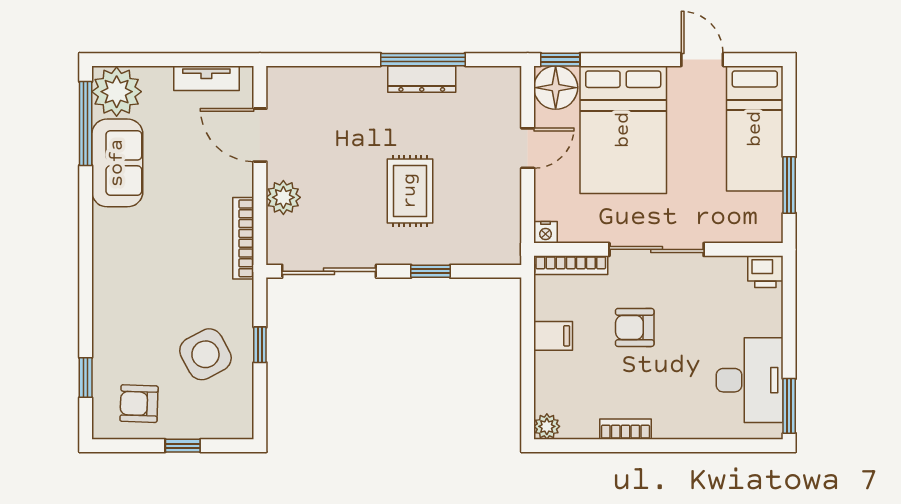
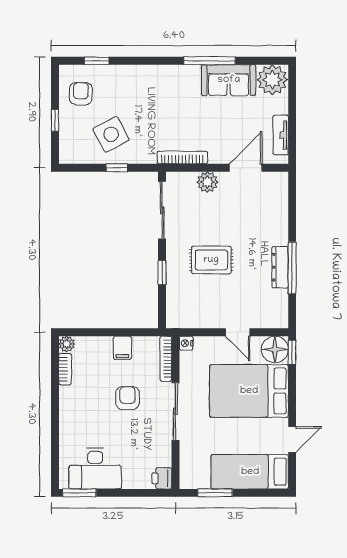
window: (86, 124) -> (209, 61), moved
bookcase: (626, 429) -> (65, 369), moved

